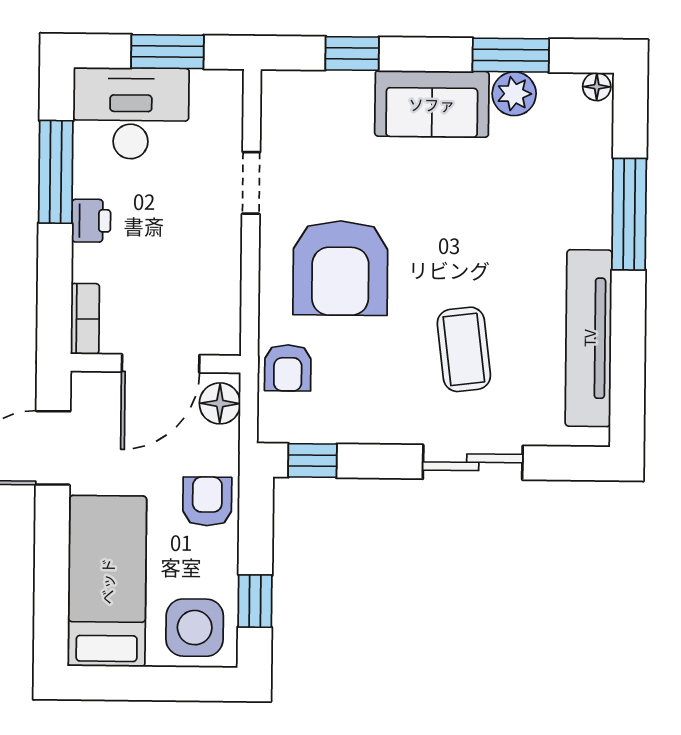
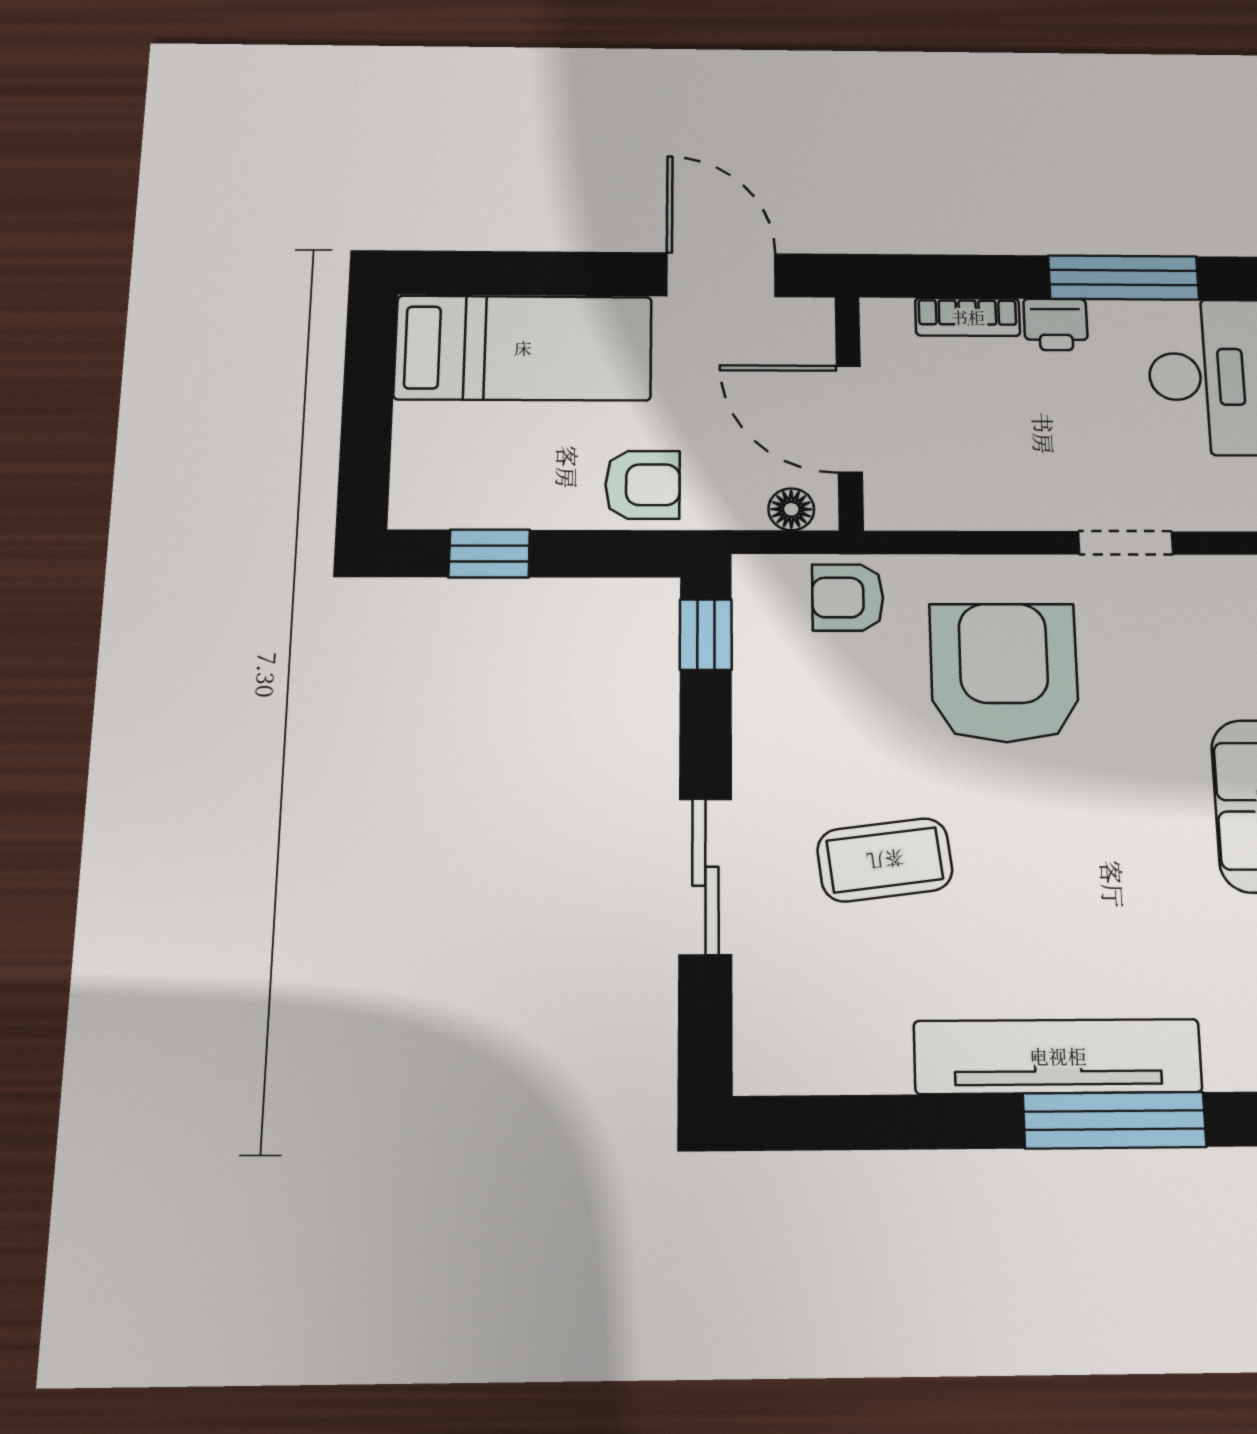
armchair: (340, 268) -> (1004, 673), turned 90
bookcase: (85, 319) -> (968, 317), moved
tv unit: (589, 338) -> (1058, 1056), moved
floor lamp: (220, 403) -> (791, 509), width x0.73, depth x0.73
side table: (195, 628) -> (451, 468), removed

